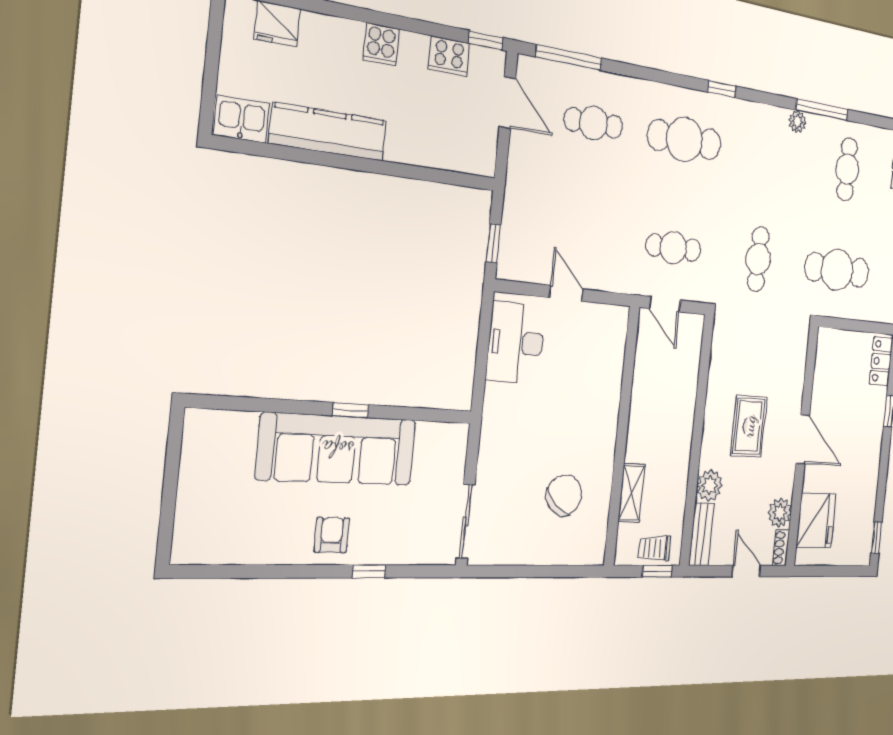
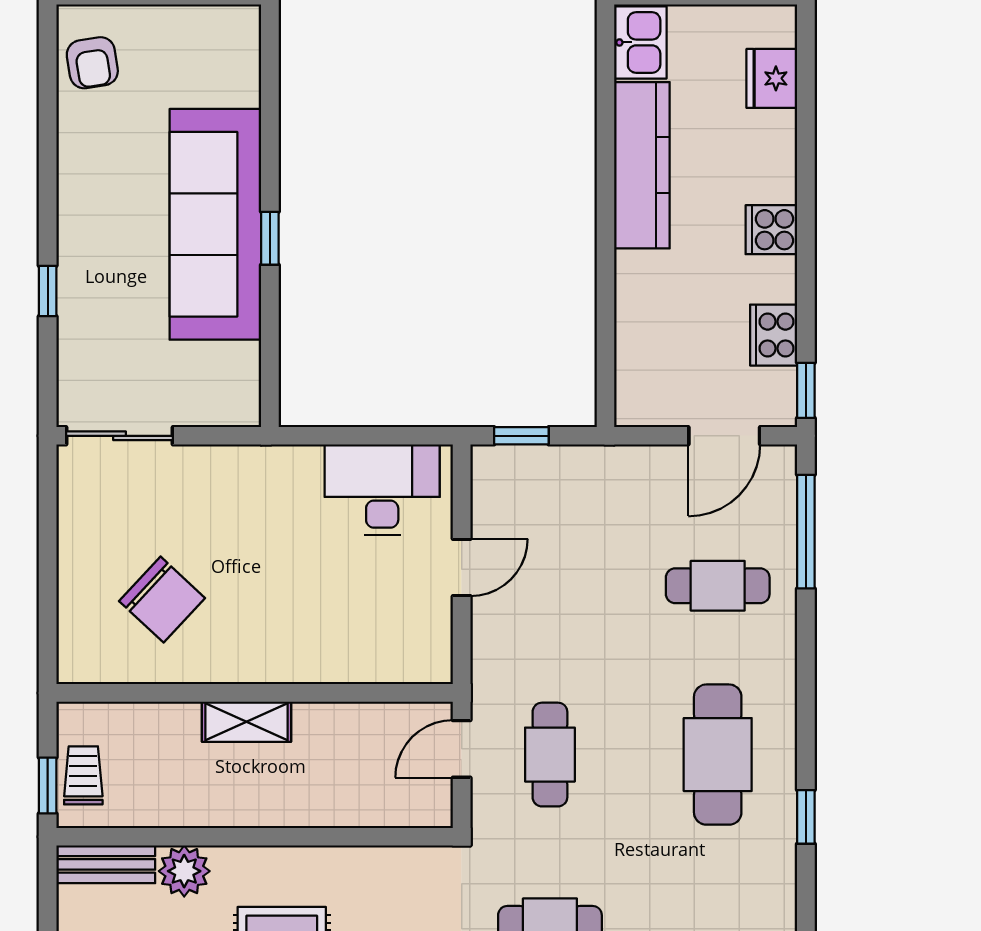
cafe table: (594, 123) -> (718, 586), turned 90
shelving: (632, 493) -> (246, 722), moved
armchair: (332, 535) -> (92, 63), moved, turned 81

